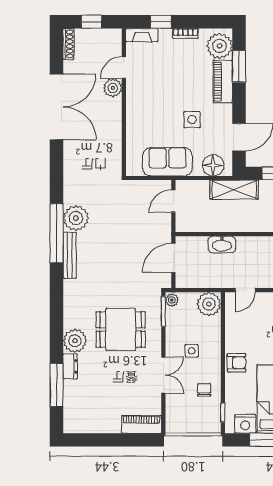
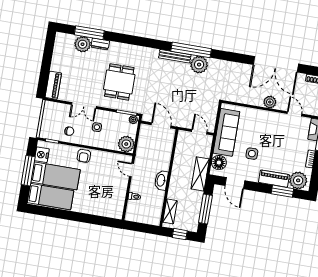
plant: (113, 88) -> (270, 102), moved
sofa: (167, 162) -> (226, 132), width x1.36
washbasin: (222, 245) -> (161, 180), moved
plant: (75, 341) -> (83, 44), moved

